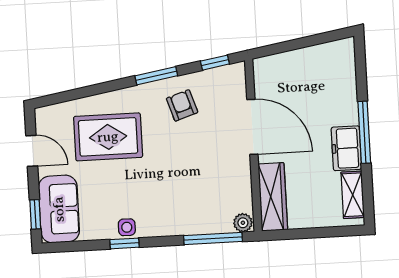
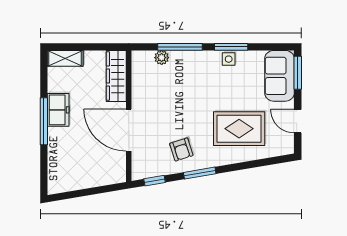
shelving: (353, 195) -> (65, 58), moved, turned 90
window: (35, 214) -> (298, 73), width x1.50
plant: (243, 223) -> (162, 58), moved
window: (213, 239) -> (180, 47), moved
window: (124, 243) -> (231, 47), width x1.50

